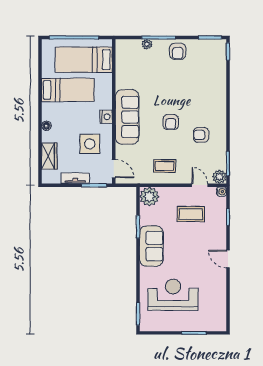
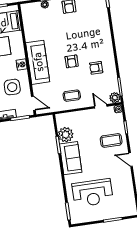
plant: (149, 197) -> (66, 135), moved
coffee table: (191, 214) -> (111, 140), moved
reception desk: (173, 295) -> (92, 193), turned 180

